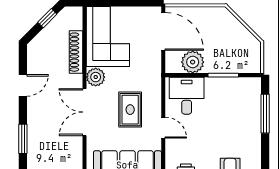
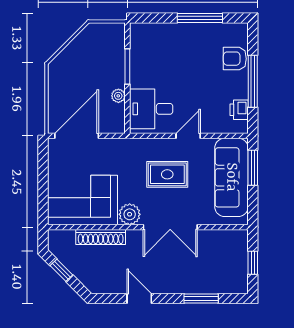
plant: (193, 62) -> (118, 96), width x0.53, depth x0.53
window: (265, 114) -> (200, 18), moved

